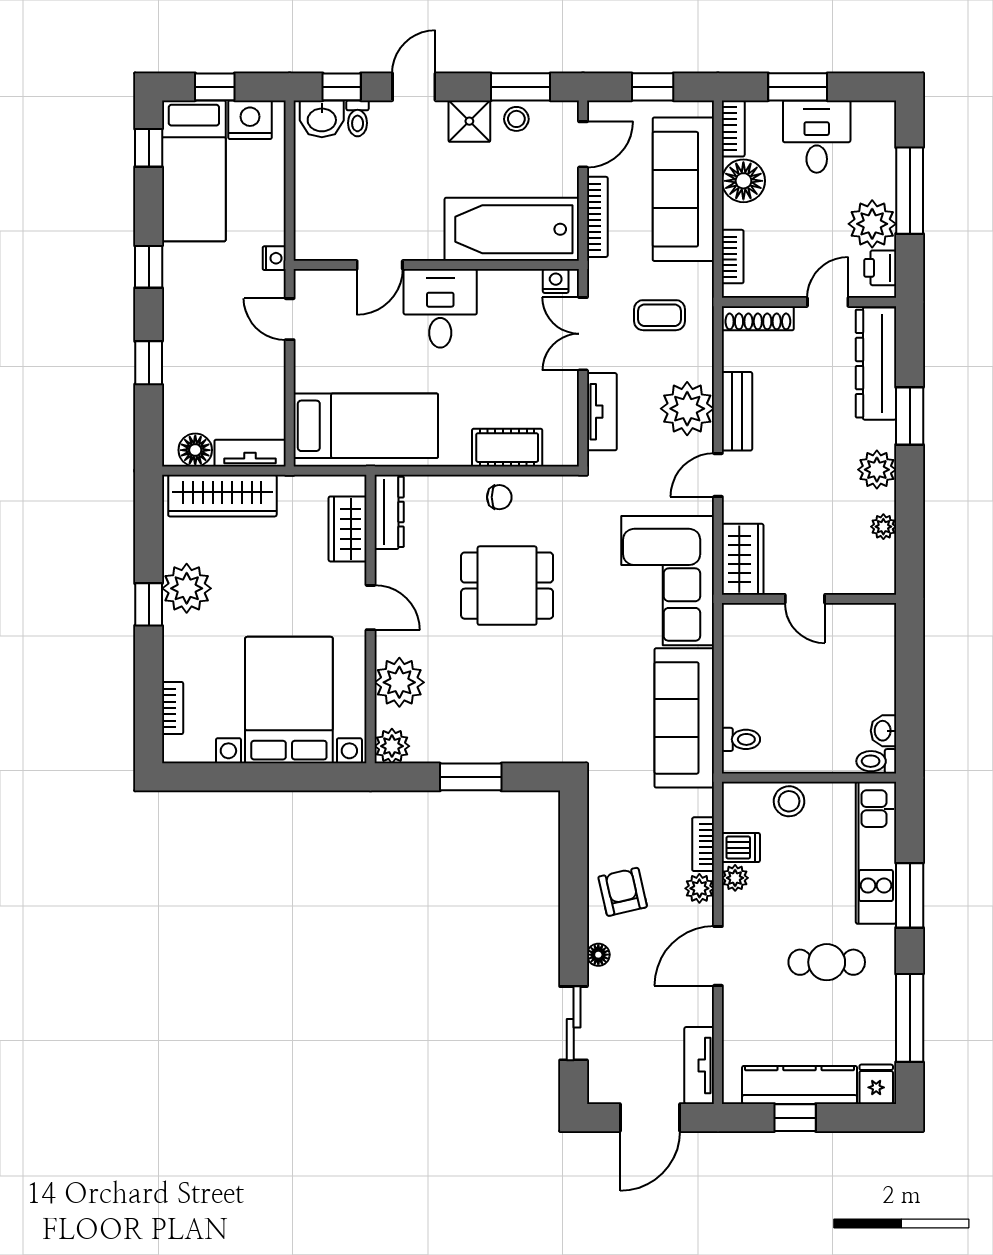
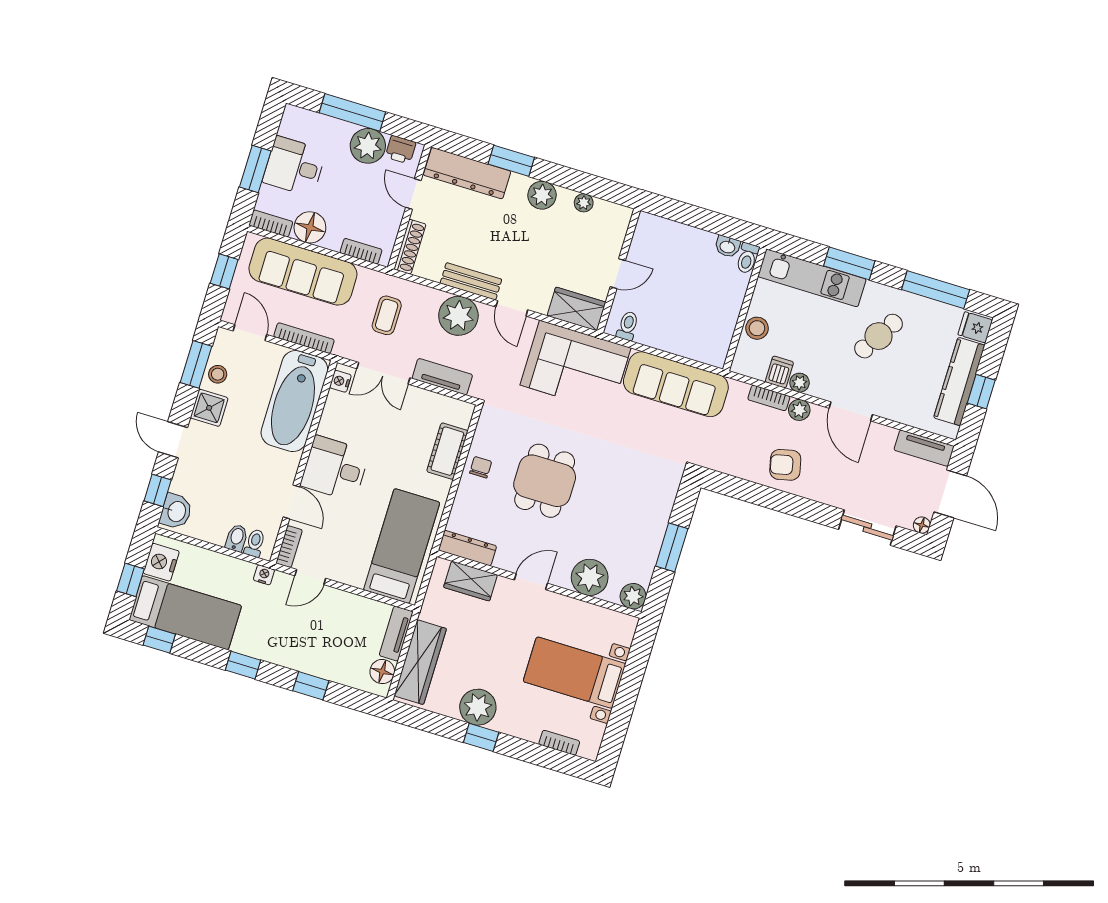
toilet: (358, 118) -> (255, 543), moved, turned -90
bidet: (311, 208) -> (237, 538), added
bookcase: (321, 280) -> (289, 547), added
bed with nightstands: (289, 700) -> (574, 673), width x0.73
toilet: (741, 739) -> (628, 326), moved
floor lamp: (598, 955) -> (922, 525), moved
cafe table: (827, 962) -> (879, 336), turned 32

